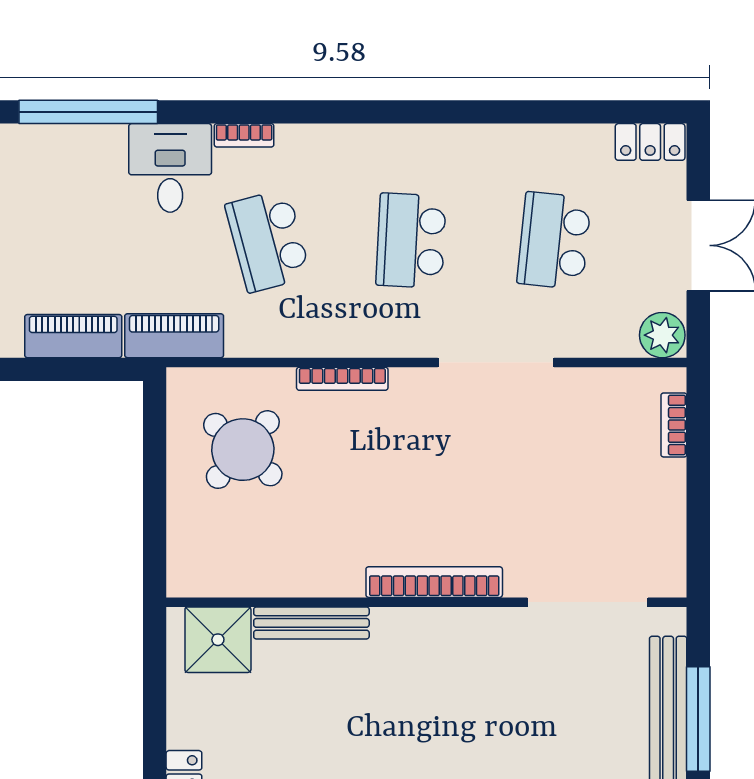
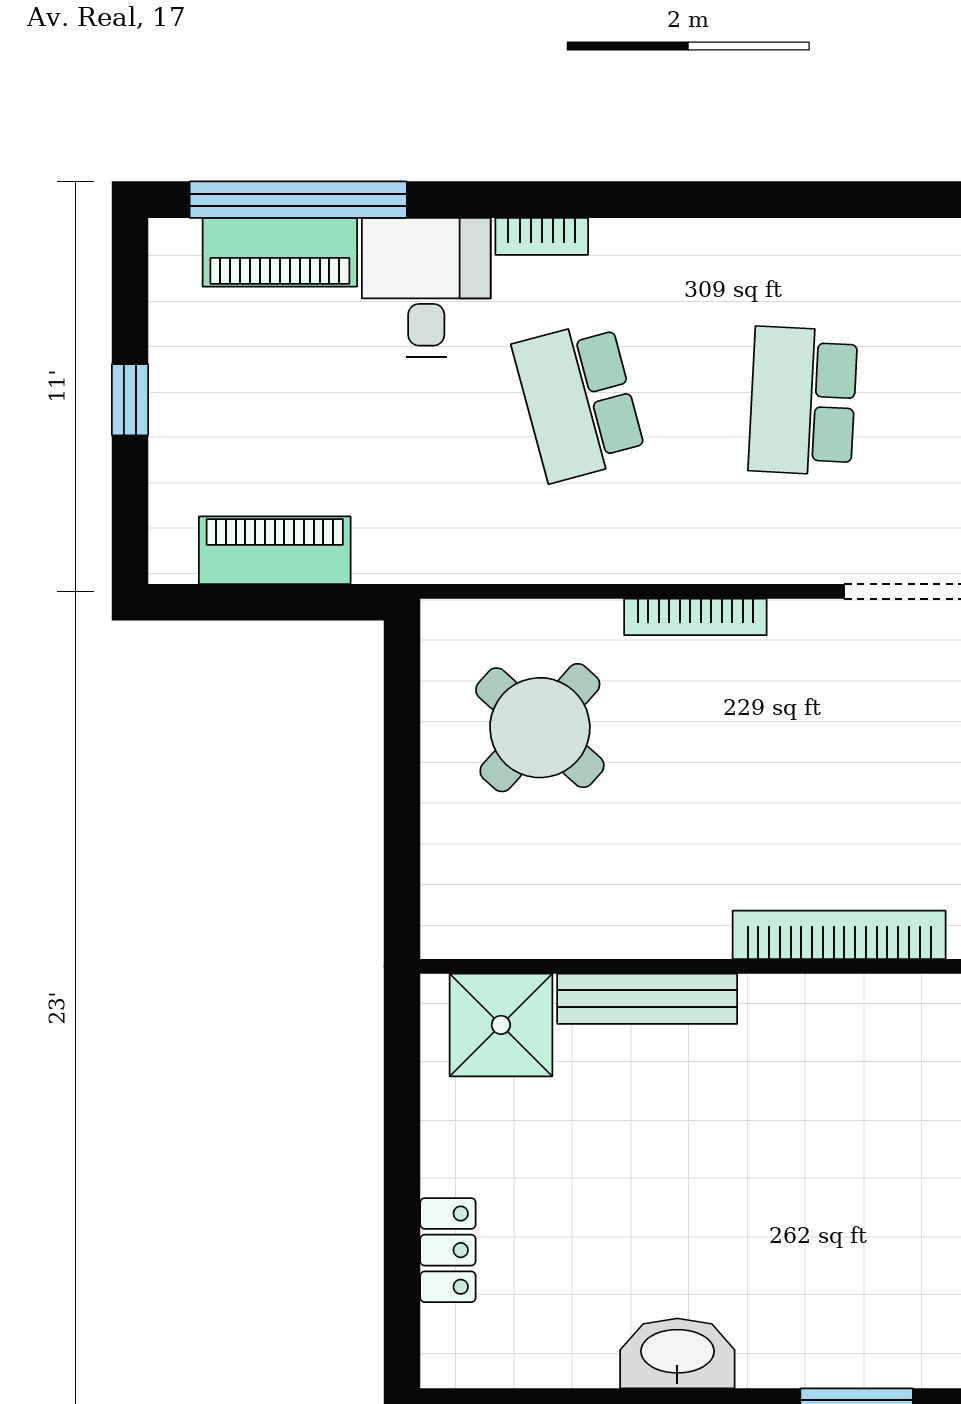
piano: (174, 336) -> (280, 252), moved, turned 180

